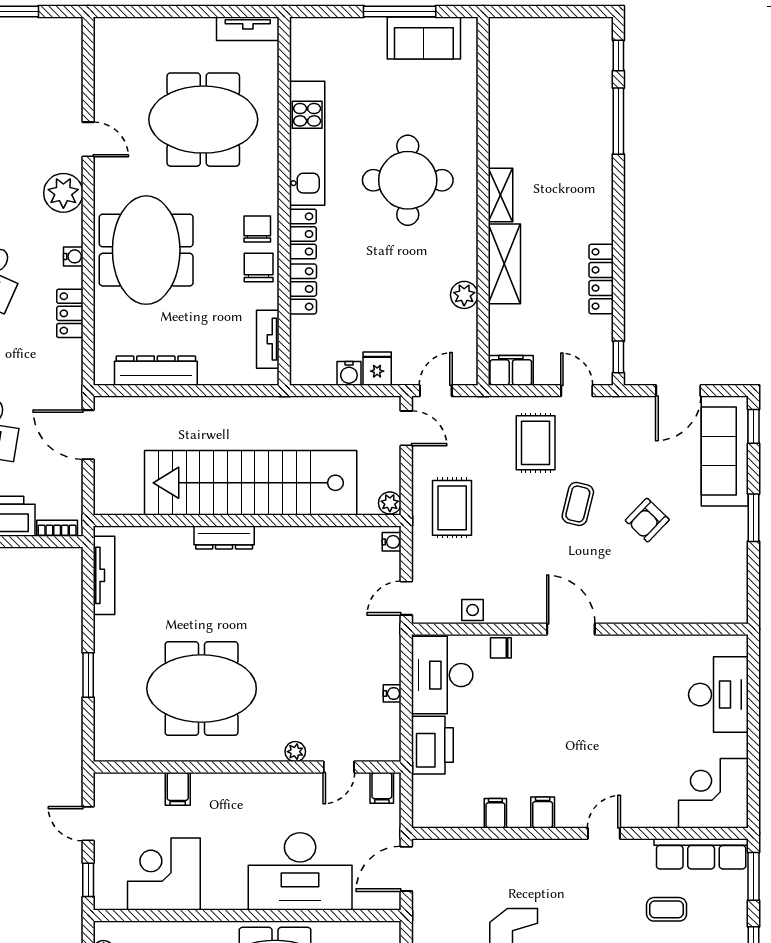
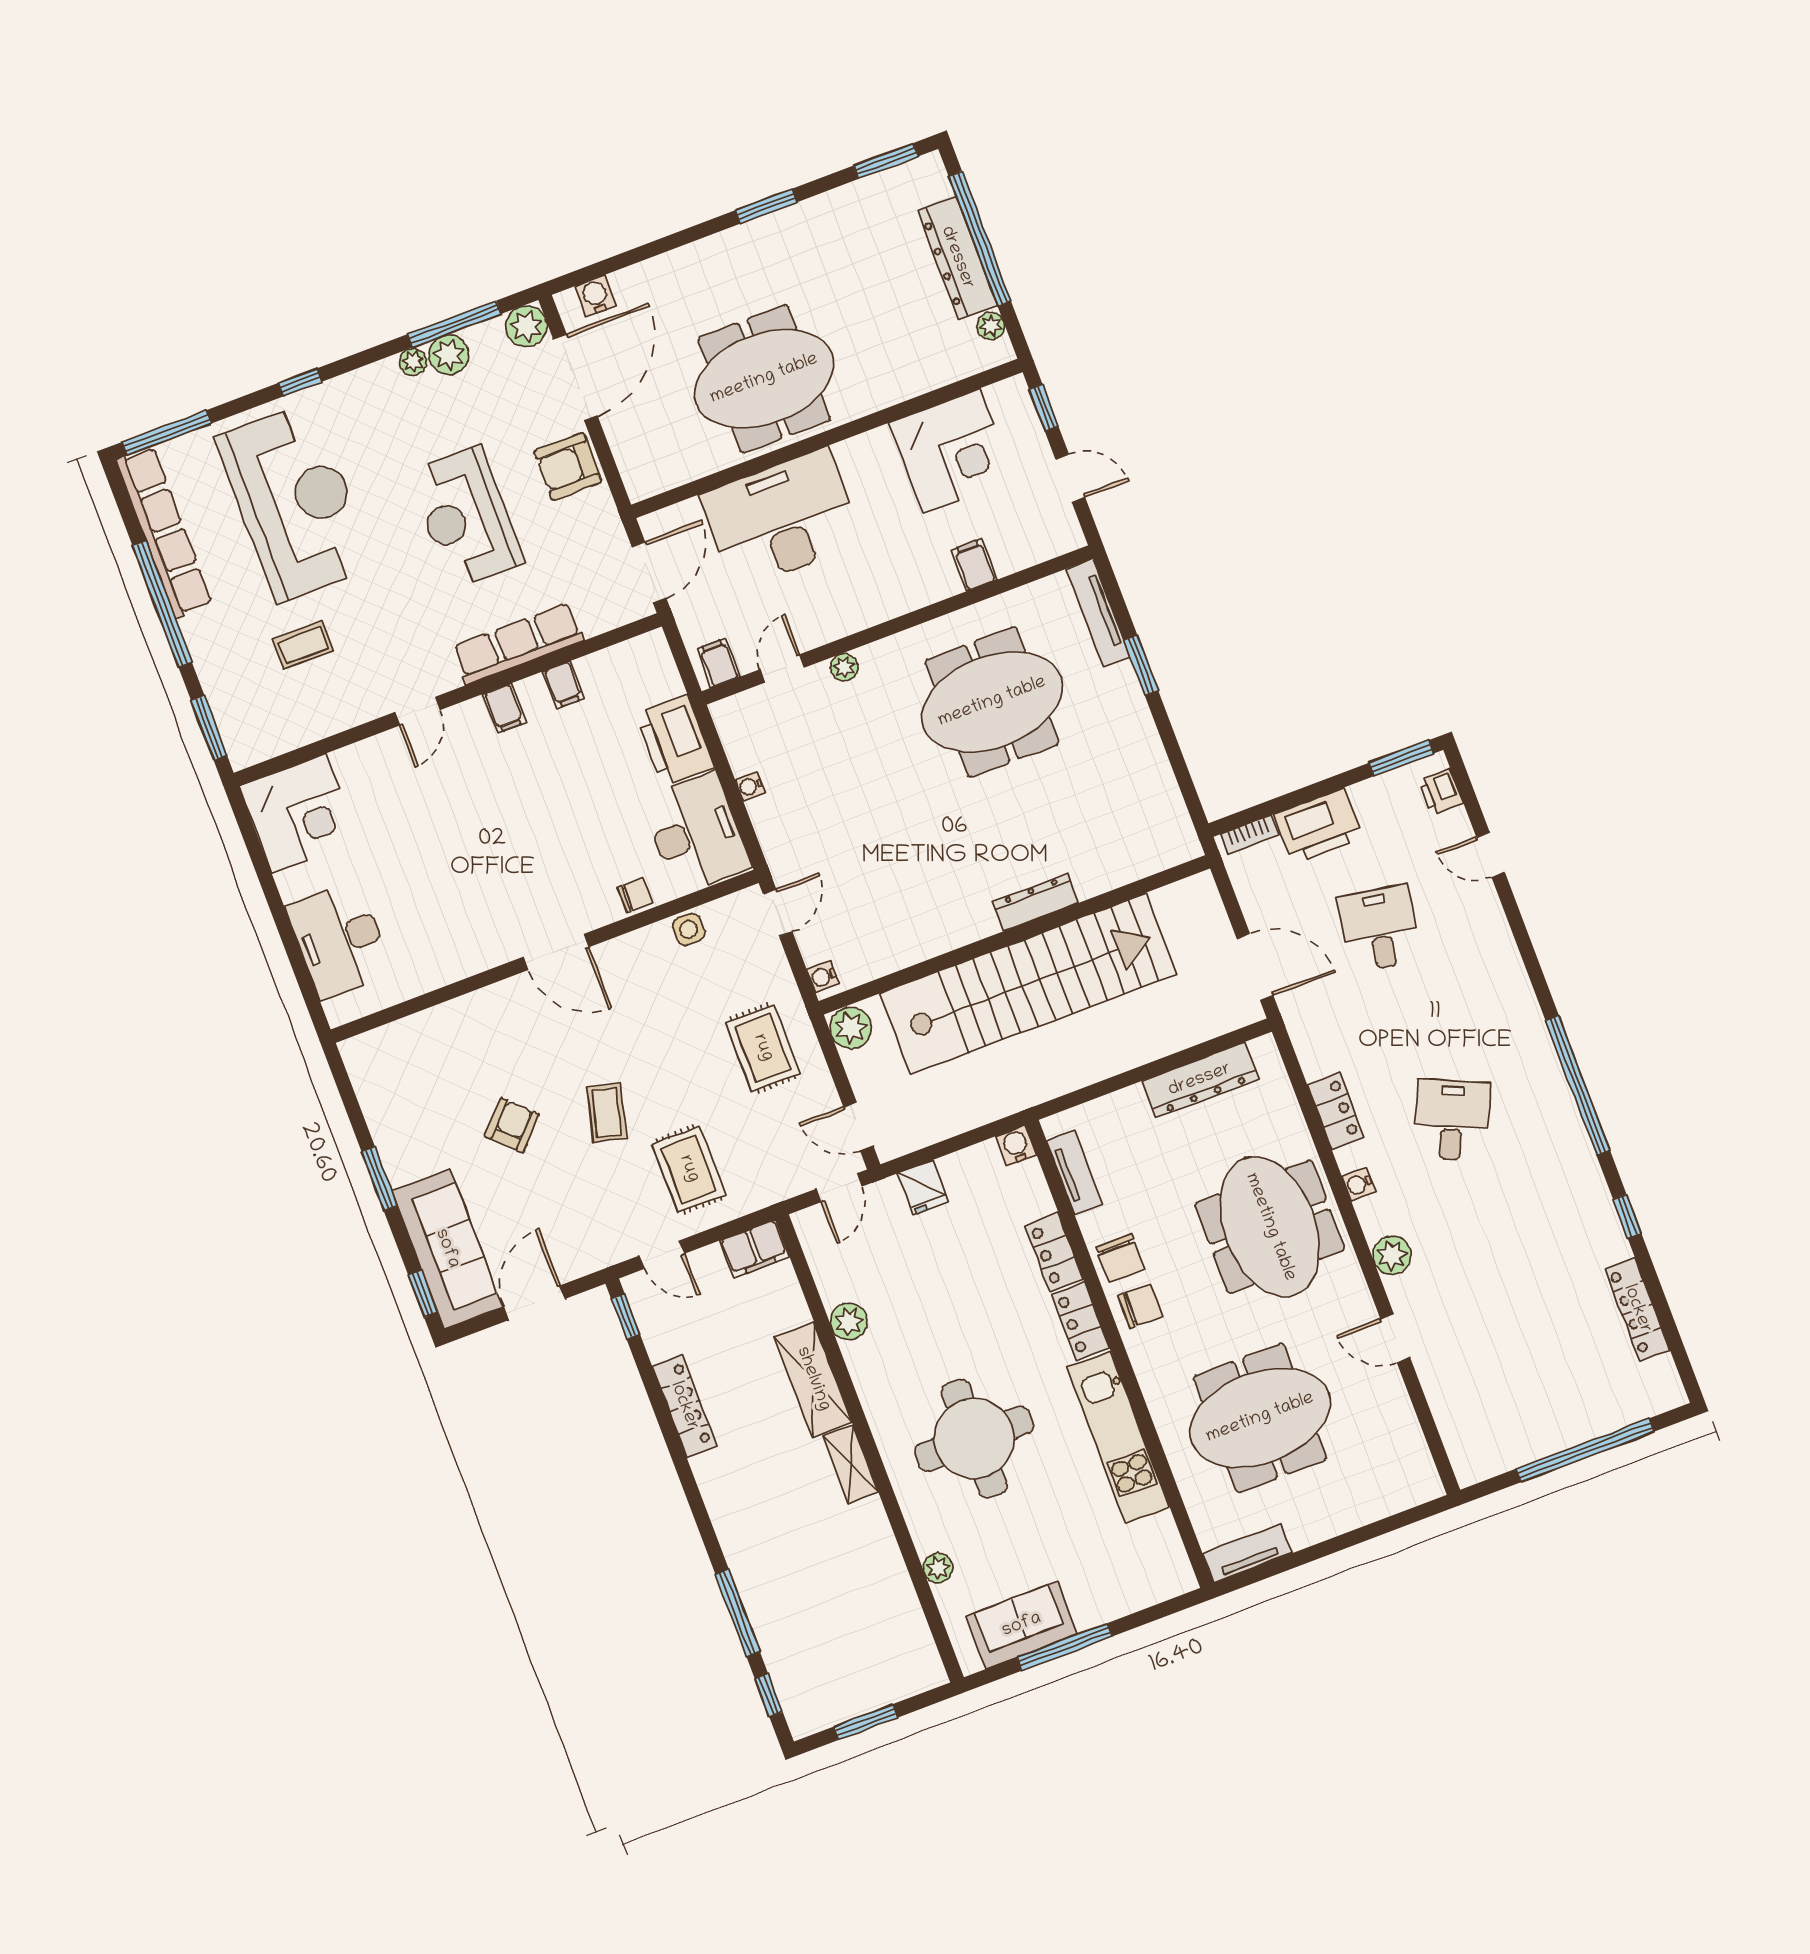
window: (558, 11) -> (866, 1722), added
plant: (467, 100) -> (938, 1568), added
plant: (63, 193) -> (1392, 1255), width x0.73, depth x0.73
chair: (257, 229) -> (1140, 1306), turned -90
water cooler: (349, 373) -> (1016, 1146), moved
plant: (390, 503) -> (851, 1028), width x1.38, depth x1.38
tv unit: (104, 575) -> (1098, 613), moved
row of seats: (701, 854) -> (518, 644), moved

